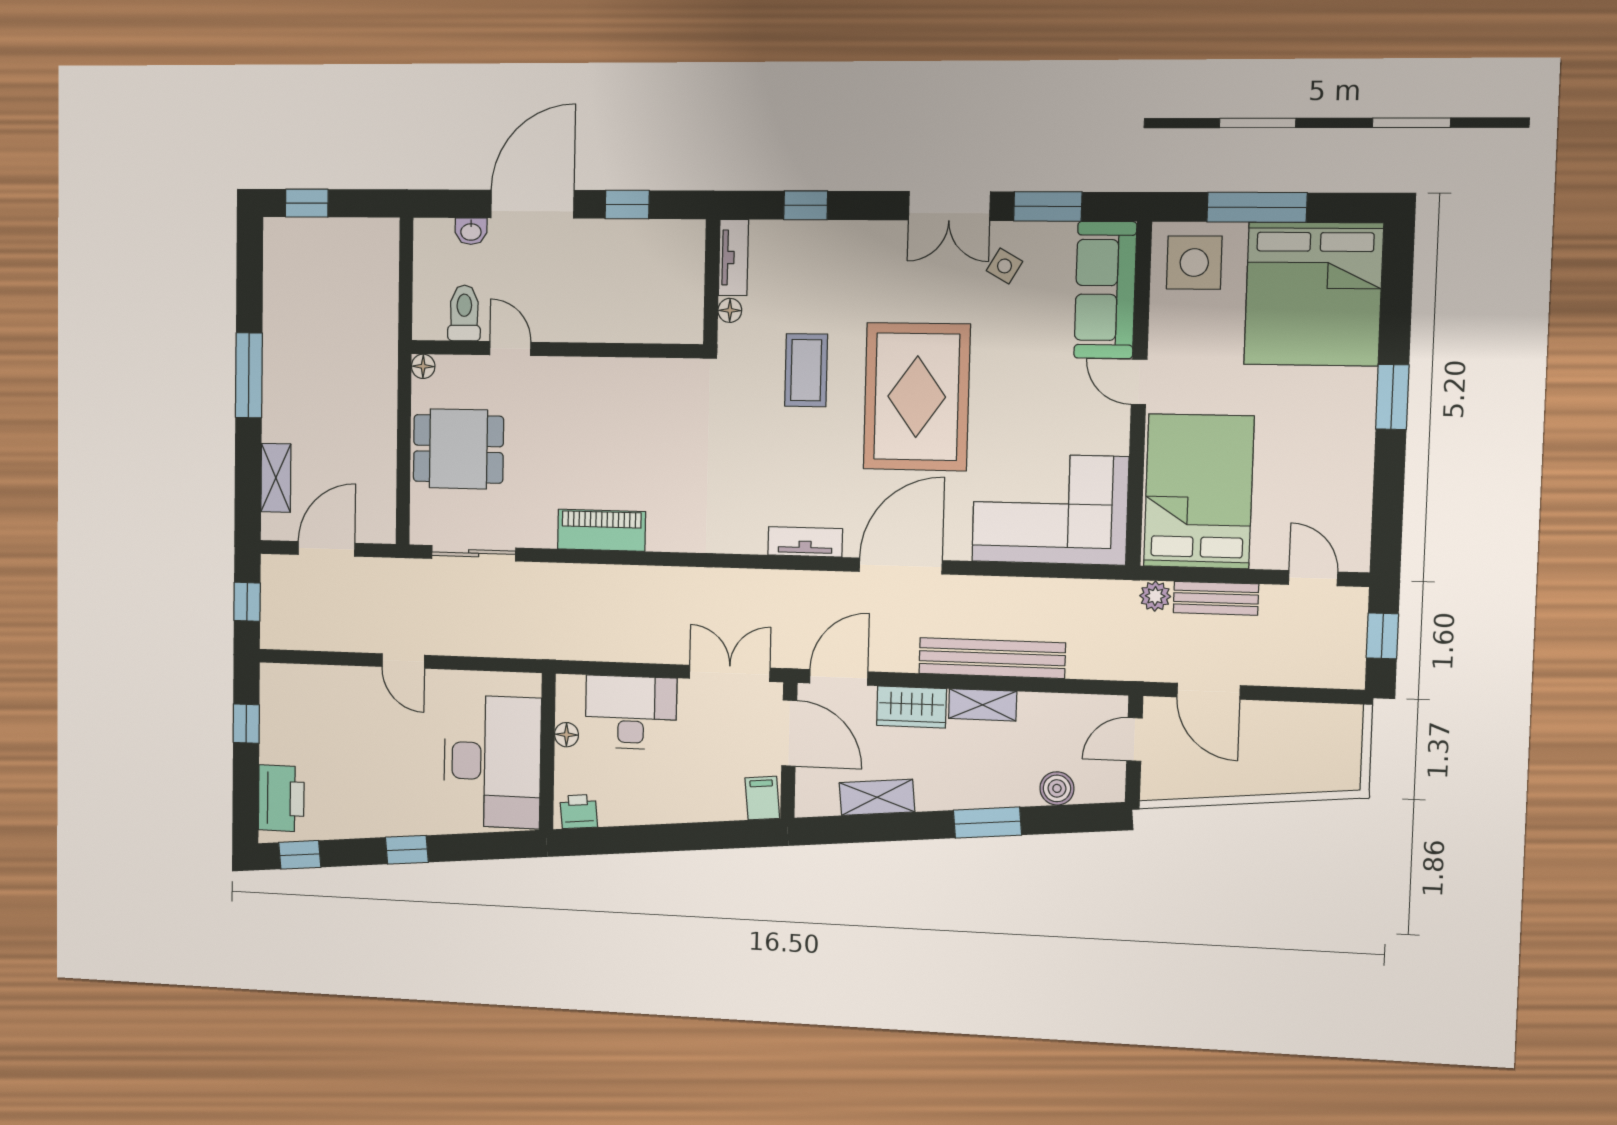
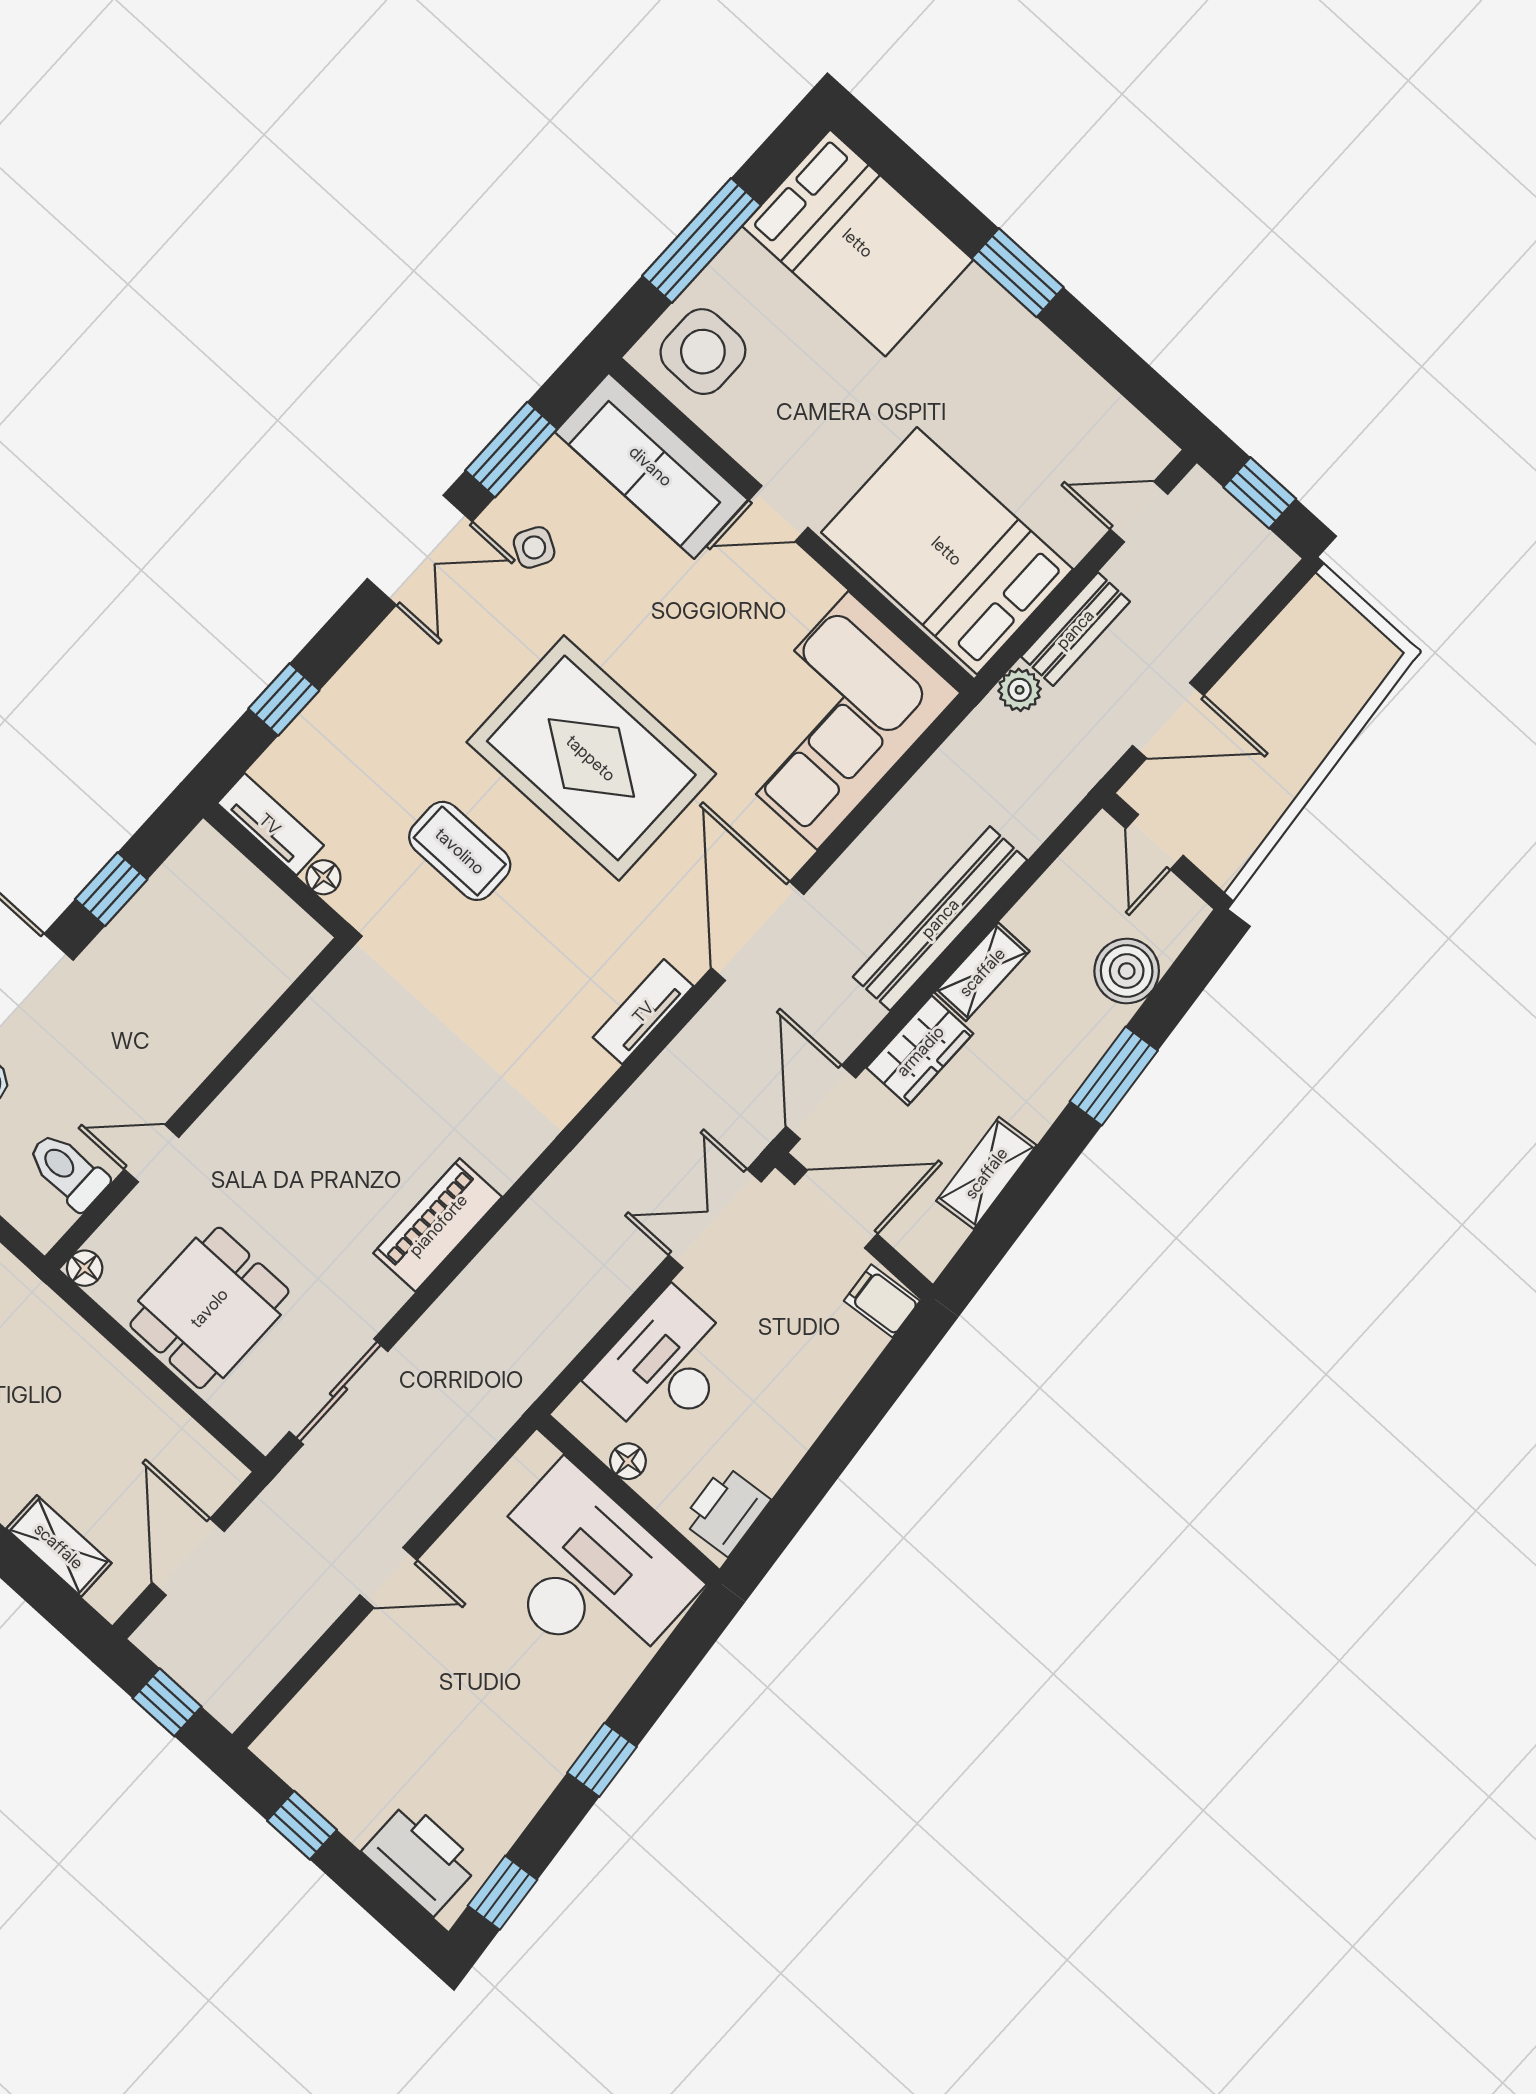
bed: (1313, 294) -> (858, 243), width x0.73
boiler: (1057, 788) -> (1127, 971), width x1.36, depth x1.36
printer: (579, 812) -> (726, 1511), width x1.36, depth x1.24

